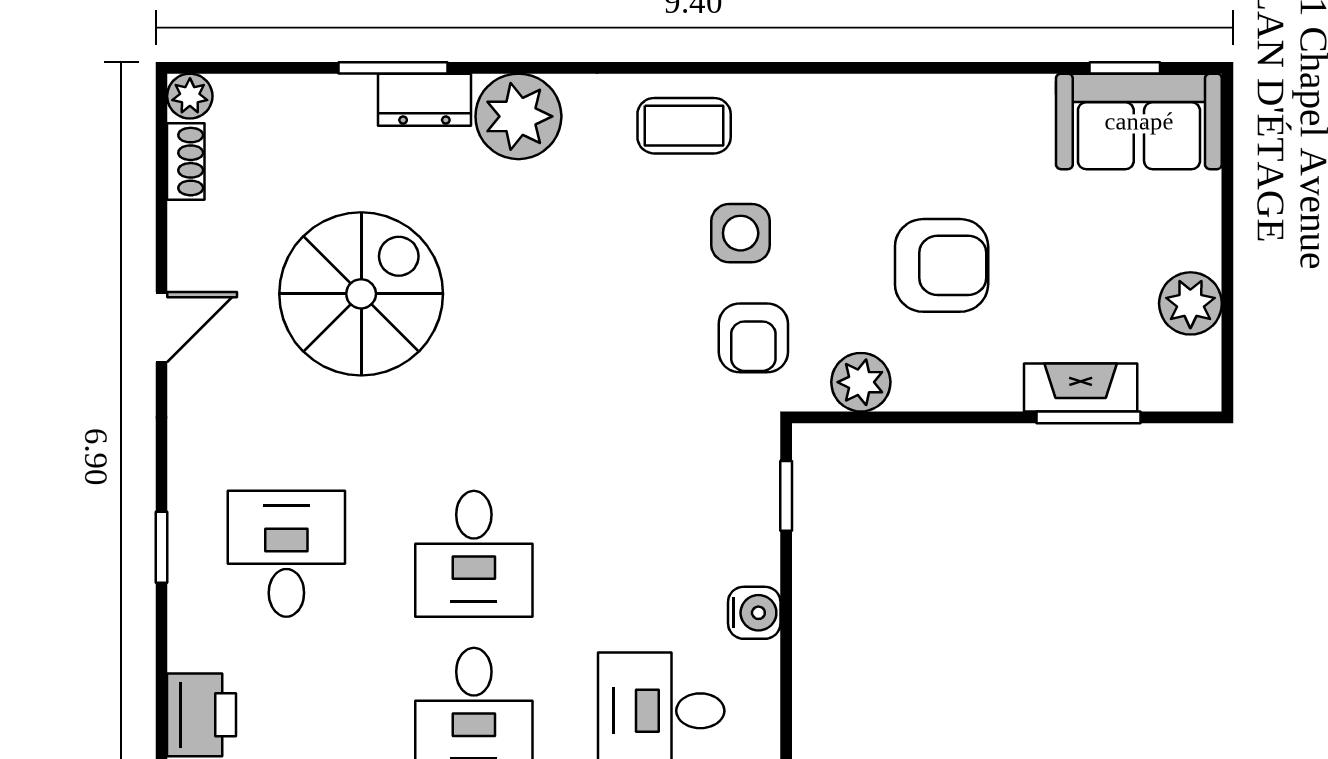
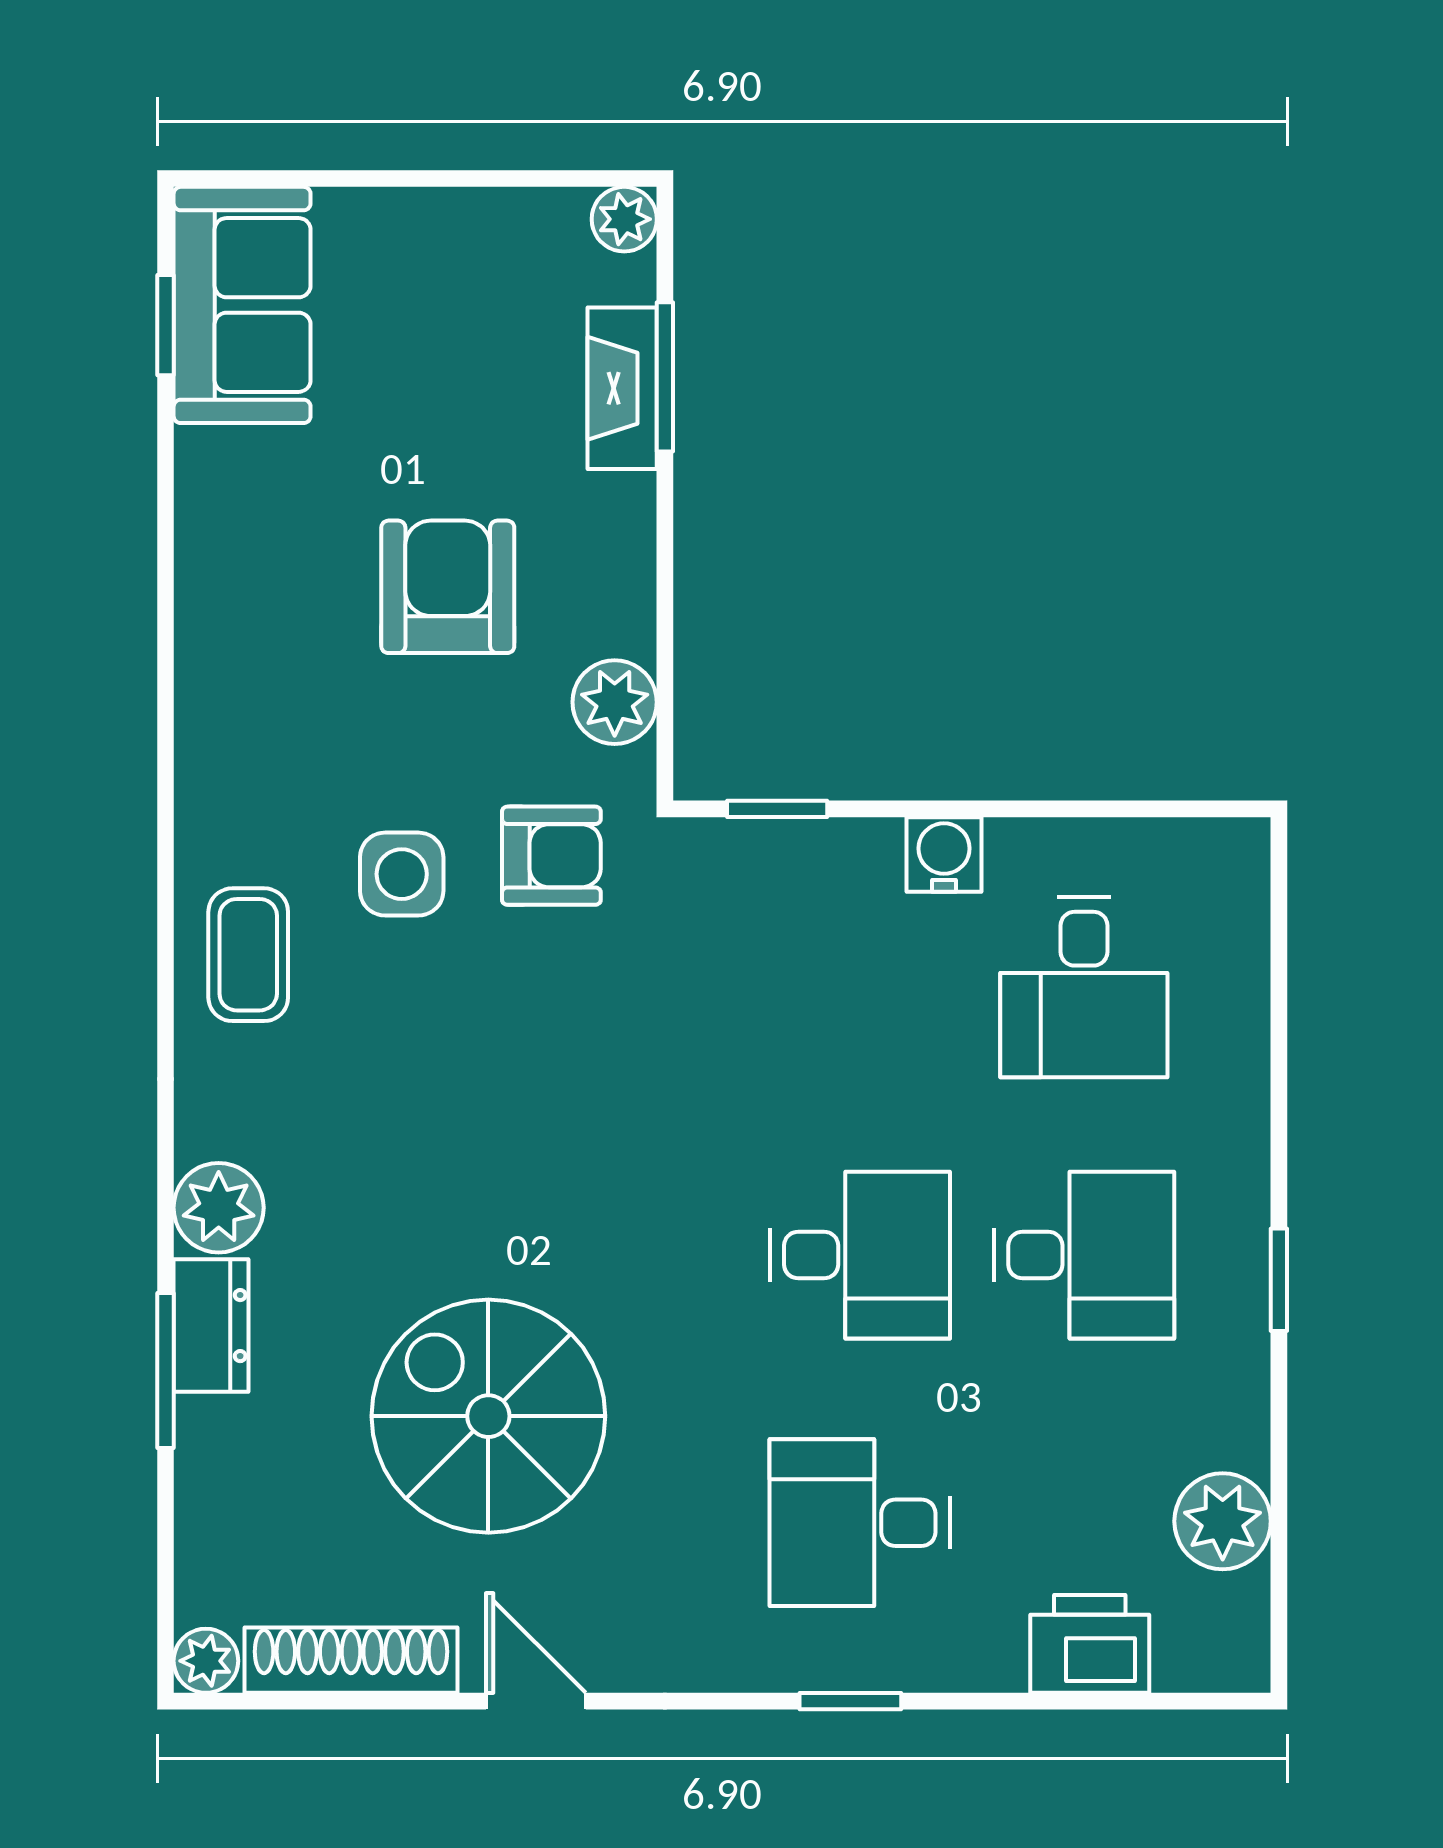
plant: (518, 116) -> (219, 1208), width x0.73, depth x0.73
shoe rack: (186, 162) -> (351, 1660), width x1.94, depth x1.24
plant: (1190, 303) -> (624, 219), moved, width x0.73, depth x0.73

